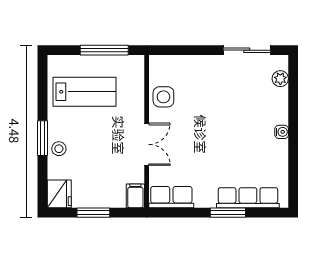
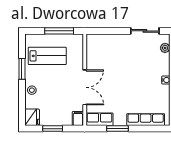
side table: (163, 97) -> (95, 59), removed
window: (42, 138) -> (22, 69), moved
double door: (147, 144) -> (85, 87), width x1.37
window: (228, 213) -> (118, 129), moved

